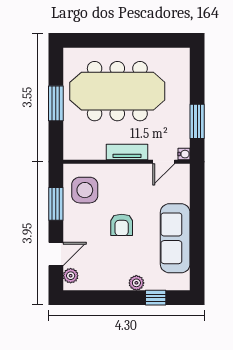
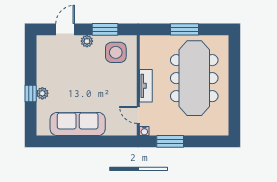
armchair: (122, 225) -> (88, 82), removed
door: (56, 254) -> (65, 29), swing flipped
plant: (71, 276) -> (87, 41), moved
window: (156, 298) -> (31, 94), moved

